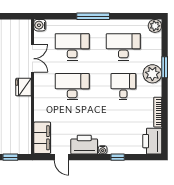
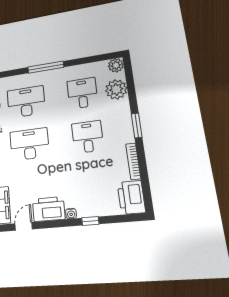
desk: (123, 47) -> (82, 93), width x0.73
window: (165, 67) -> (137, 125), moved
plant: (152, 74) -> (116, 89), moved
door: (62, 157) -> (24, 226), swing flipped

